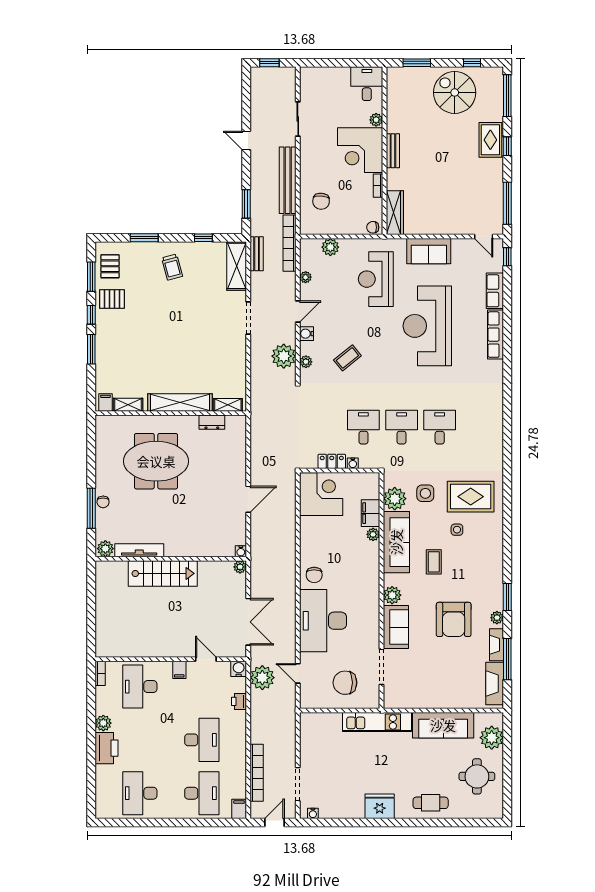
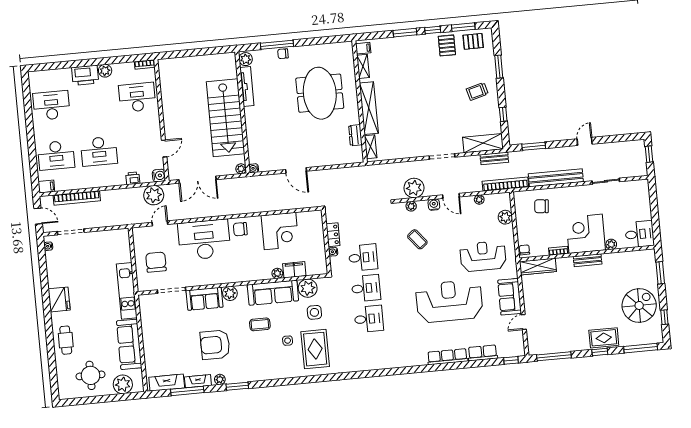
door: (484, 237) -> (524, 322), moved
corner desk: (321, 494) -> (280, 231), moved
stairs: (163, 573) -> (226, 118), width x1.36, depth x1.51
filing cabinet: (179, 670) -> (154, 128), removed

